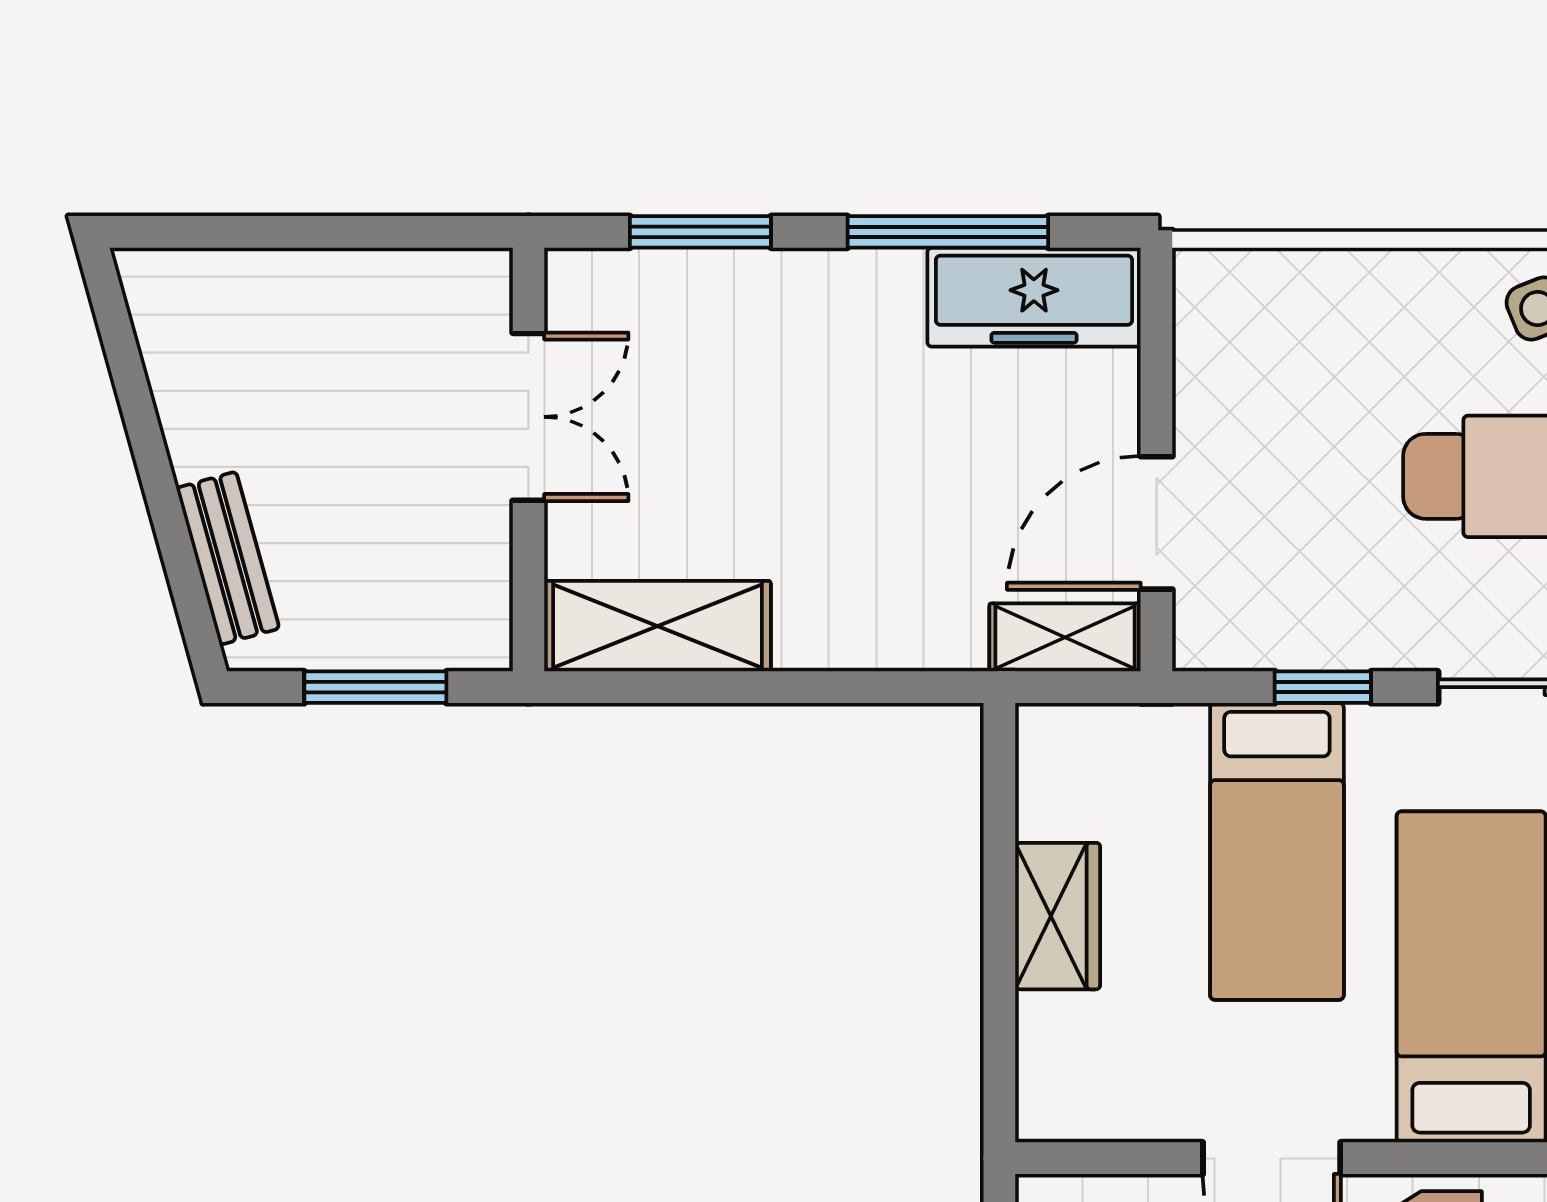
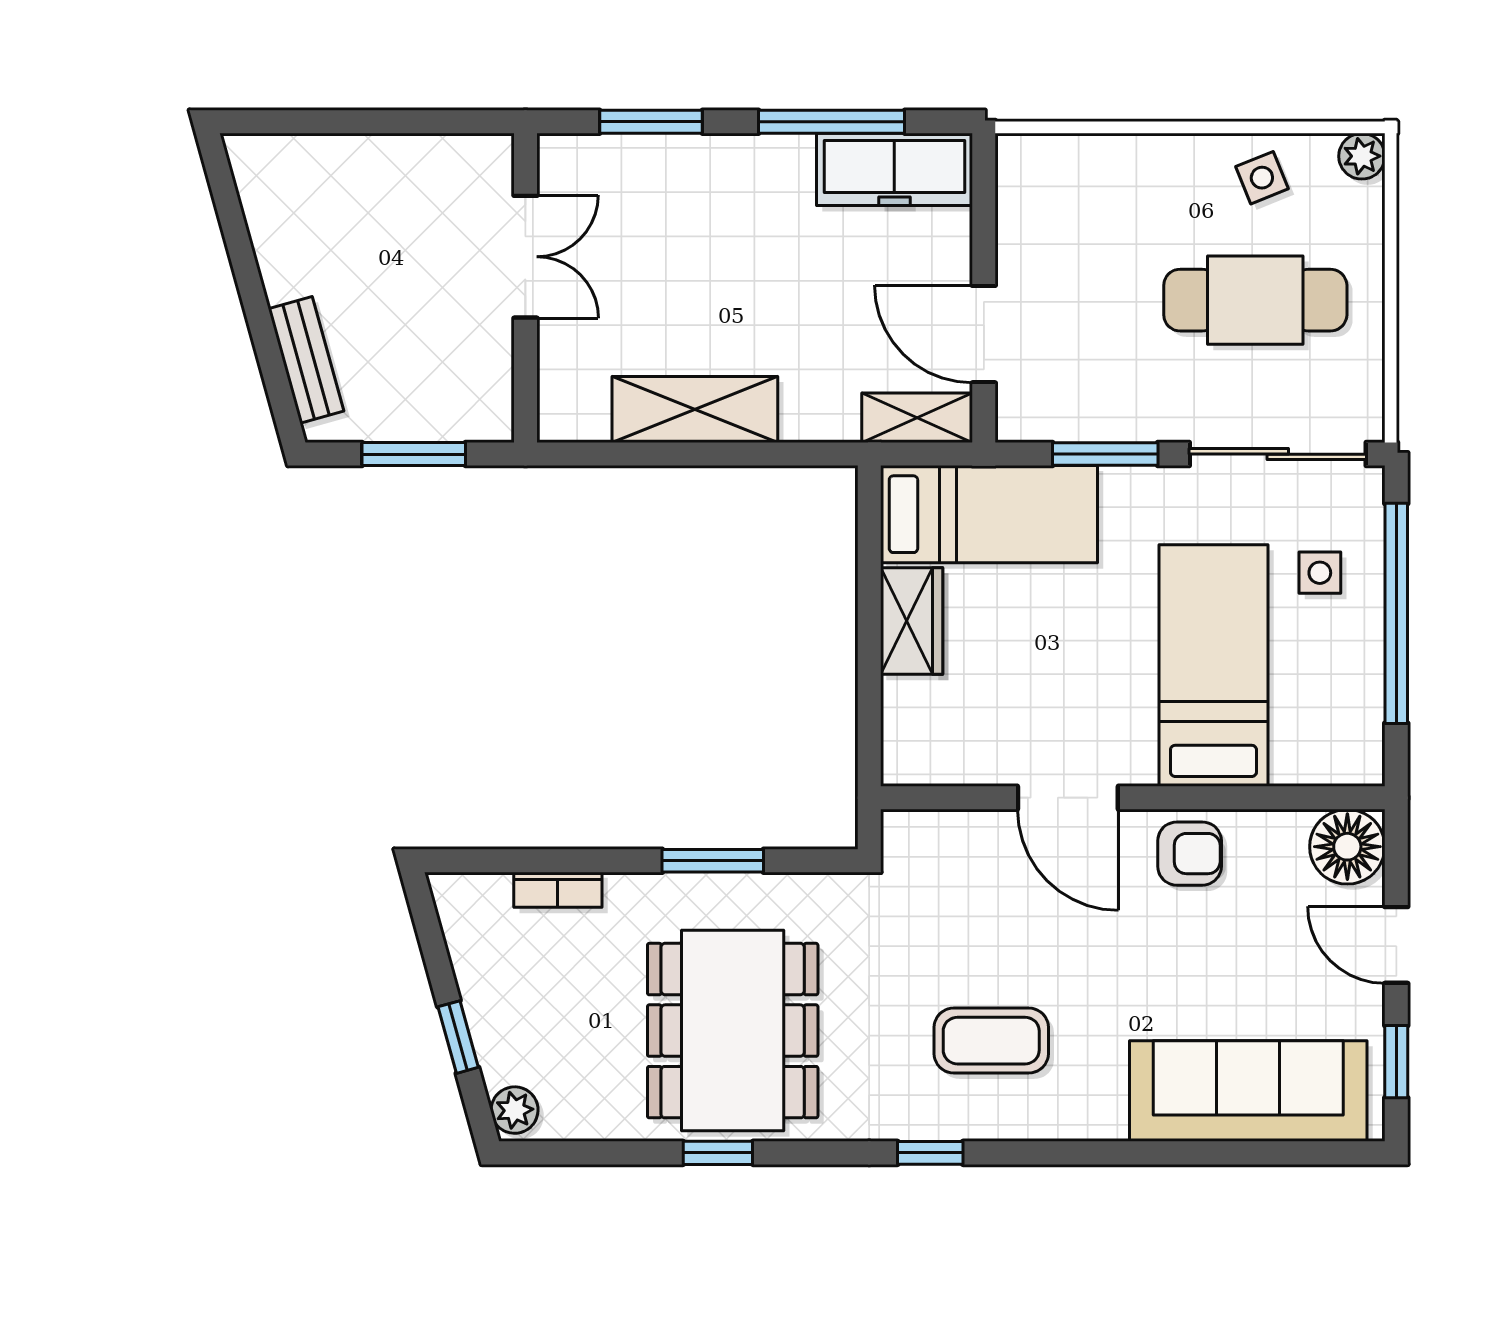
door: (1156, 523) -> (984, 334), hinge flipped
shelving: (657, 626) -> (695, 409), moved
window: (1323, 687) -> (1105, 454), width x1.50
bed: (1277, 851) -> (989, 514), moved, turned -90

